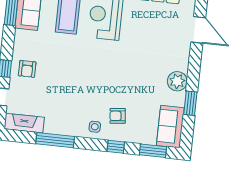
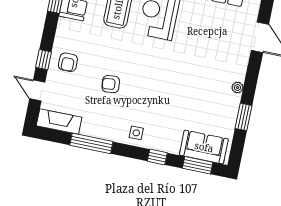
plant: (177, 81) -> (237, 88), width x0.53, depth x0.53
armchair: (118, 116) -> (111, 84), moved
sofa: (170, 127) -> (204, 147), moved, turned 90

